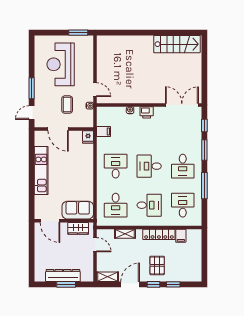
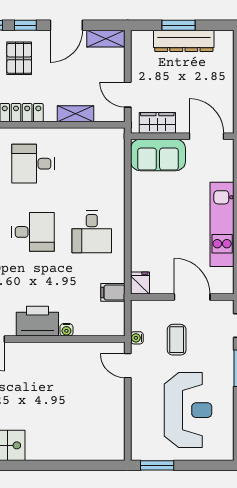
printer: (147, 112) -> (37, 321), width x1.87, depth x1.48
desk: (116, 205) -> (92, 164), removed

